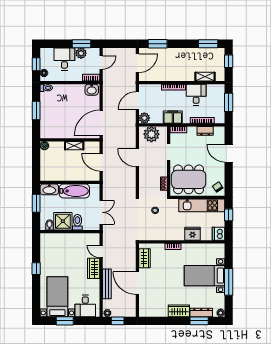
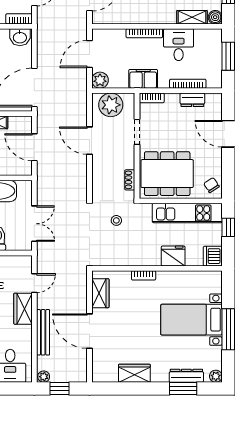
boiler: (220, 77) -> (215, 17), added
door: (101, 252) -> (34, 283), swing flipped
wardrobe: (179, 311) -> (134, 373), moved

